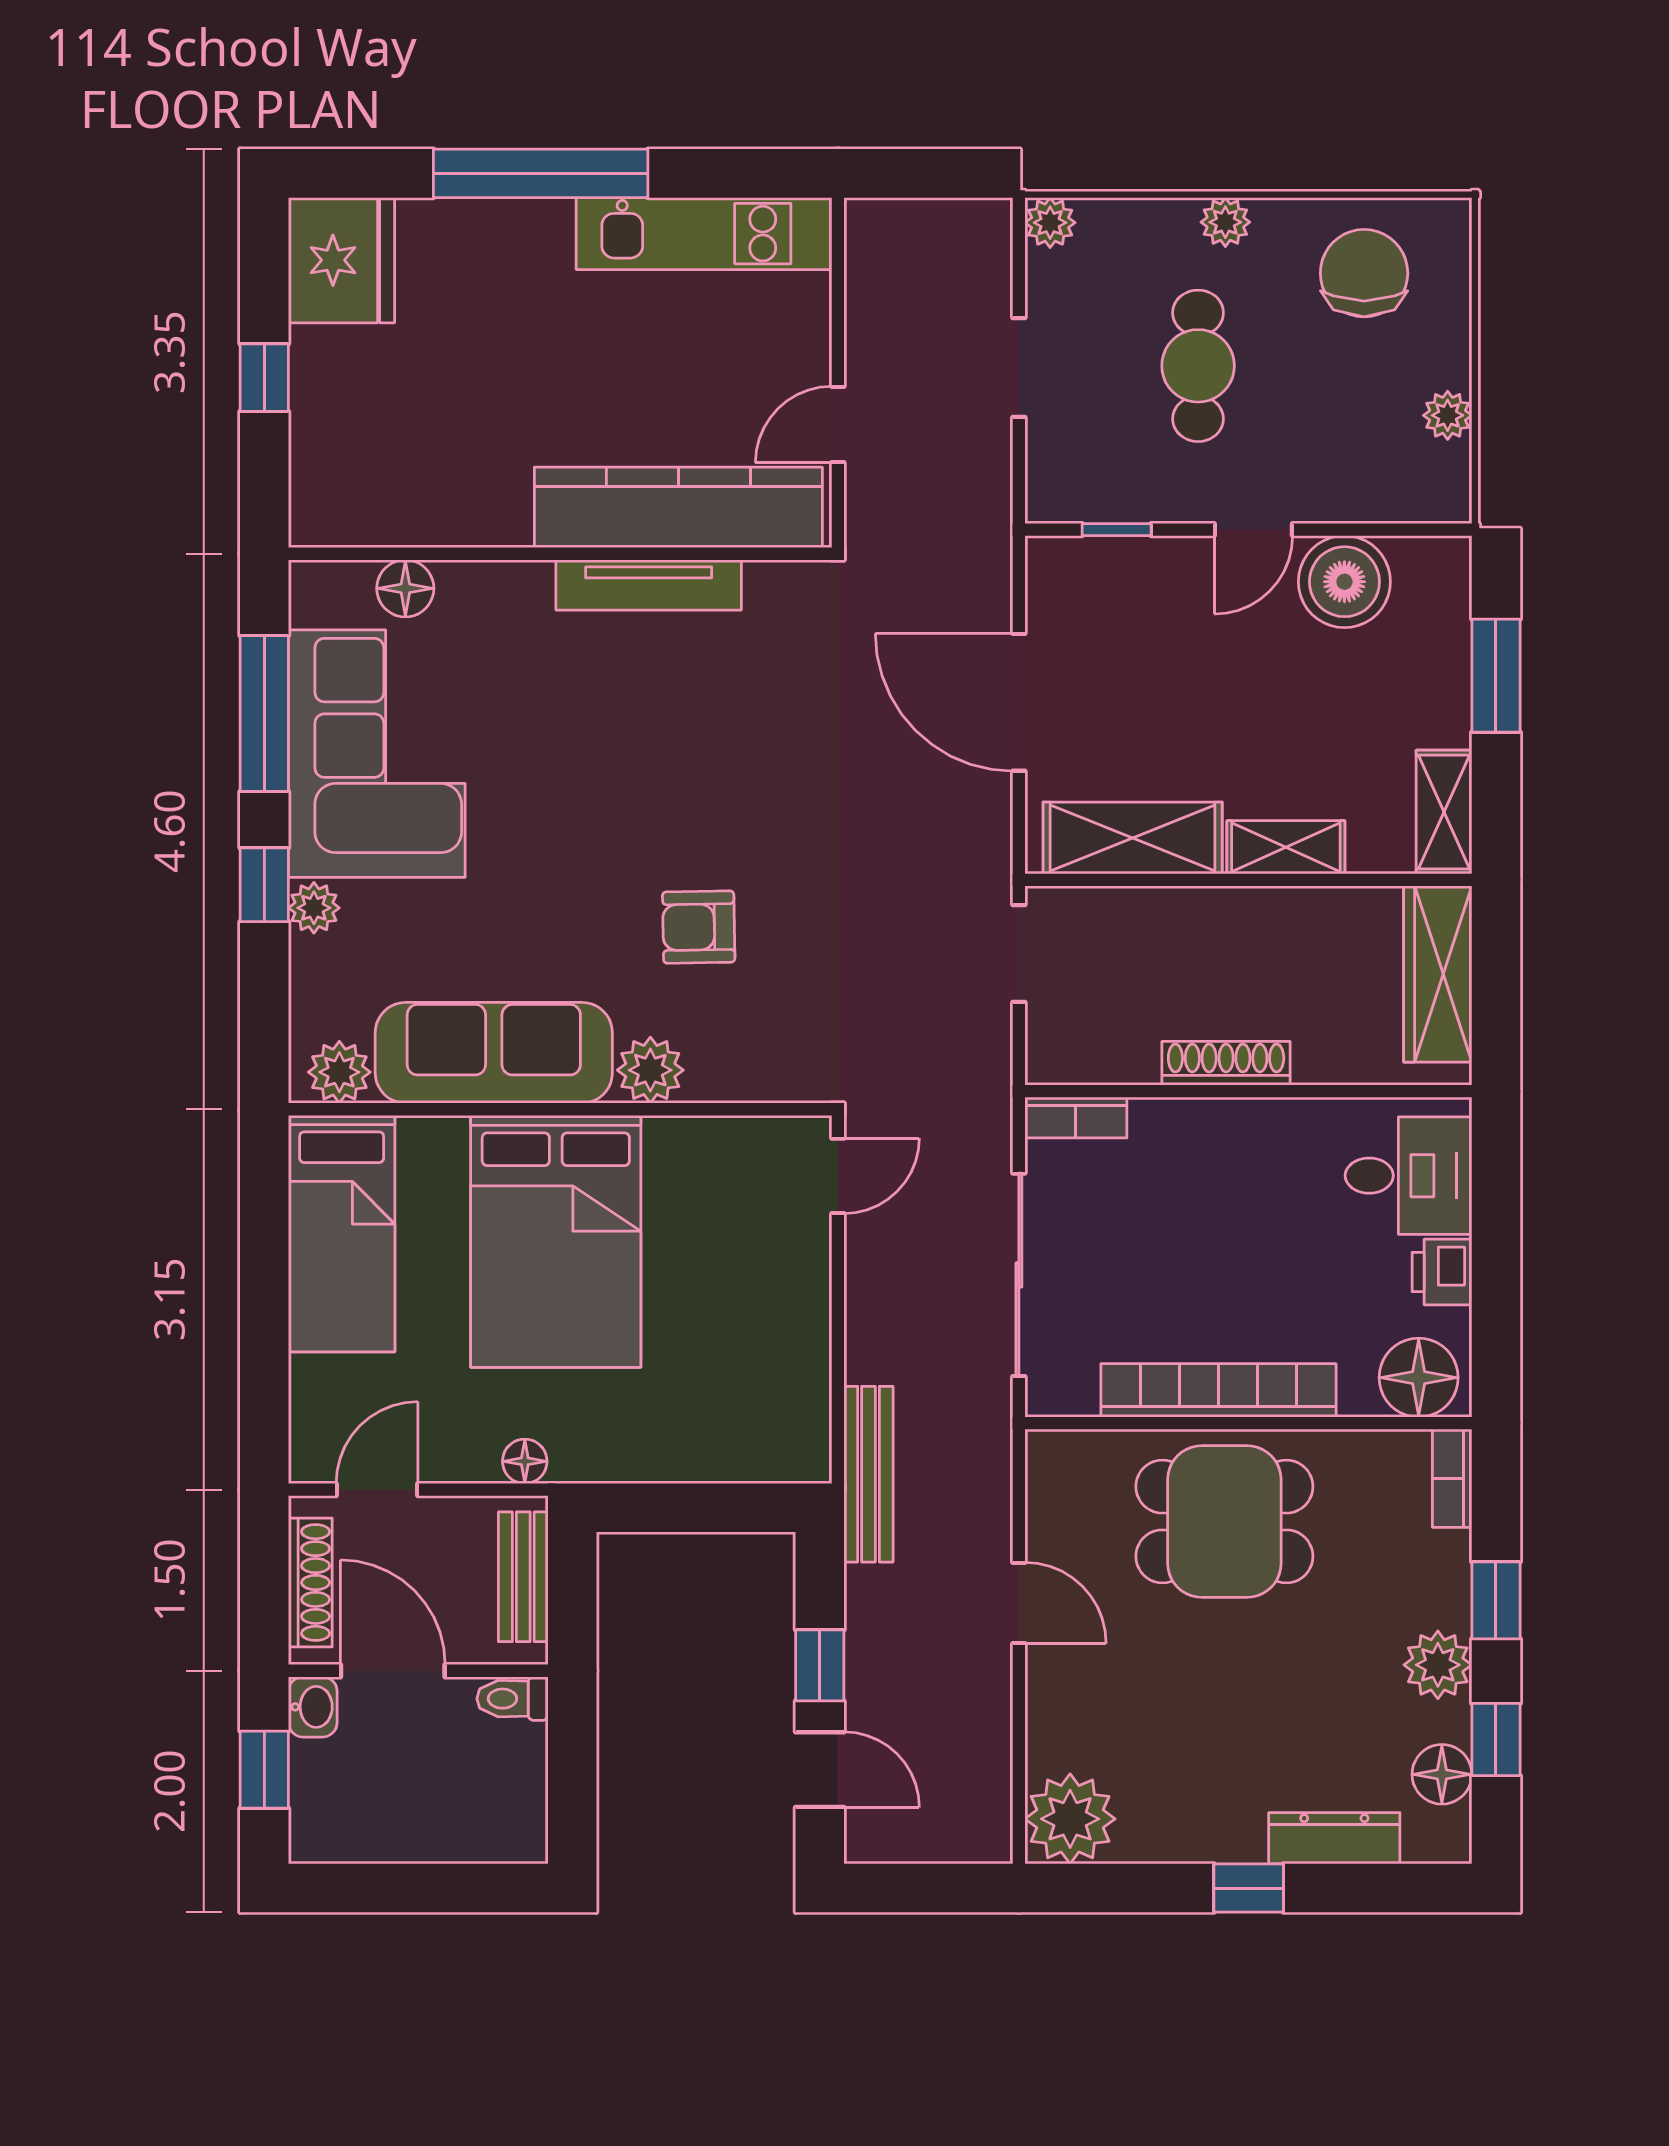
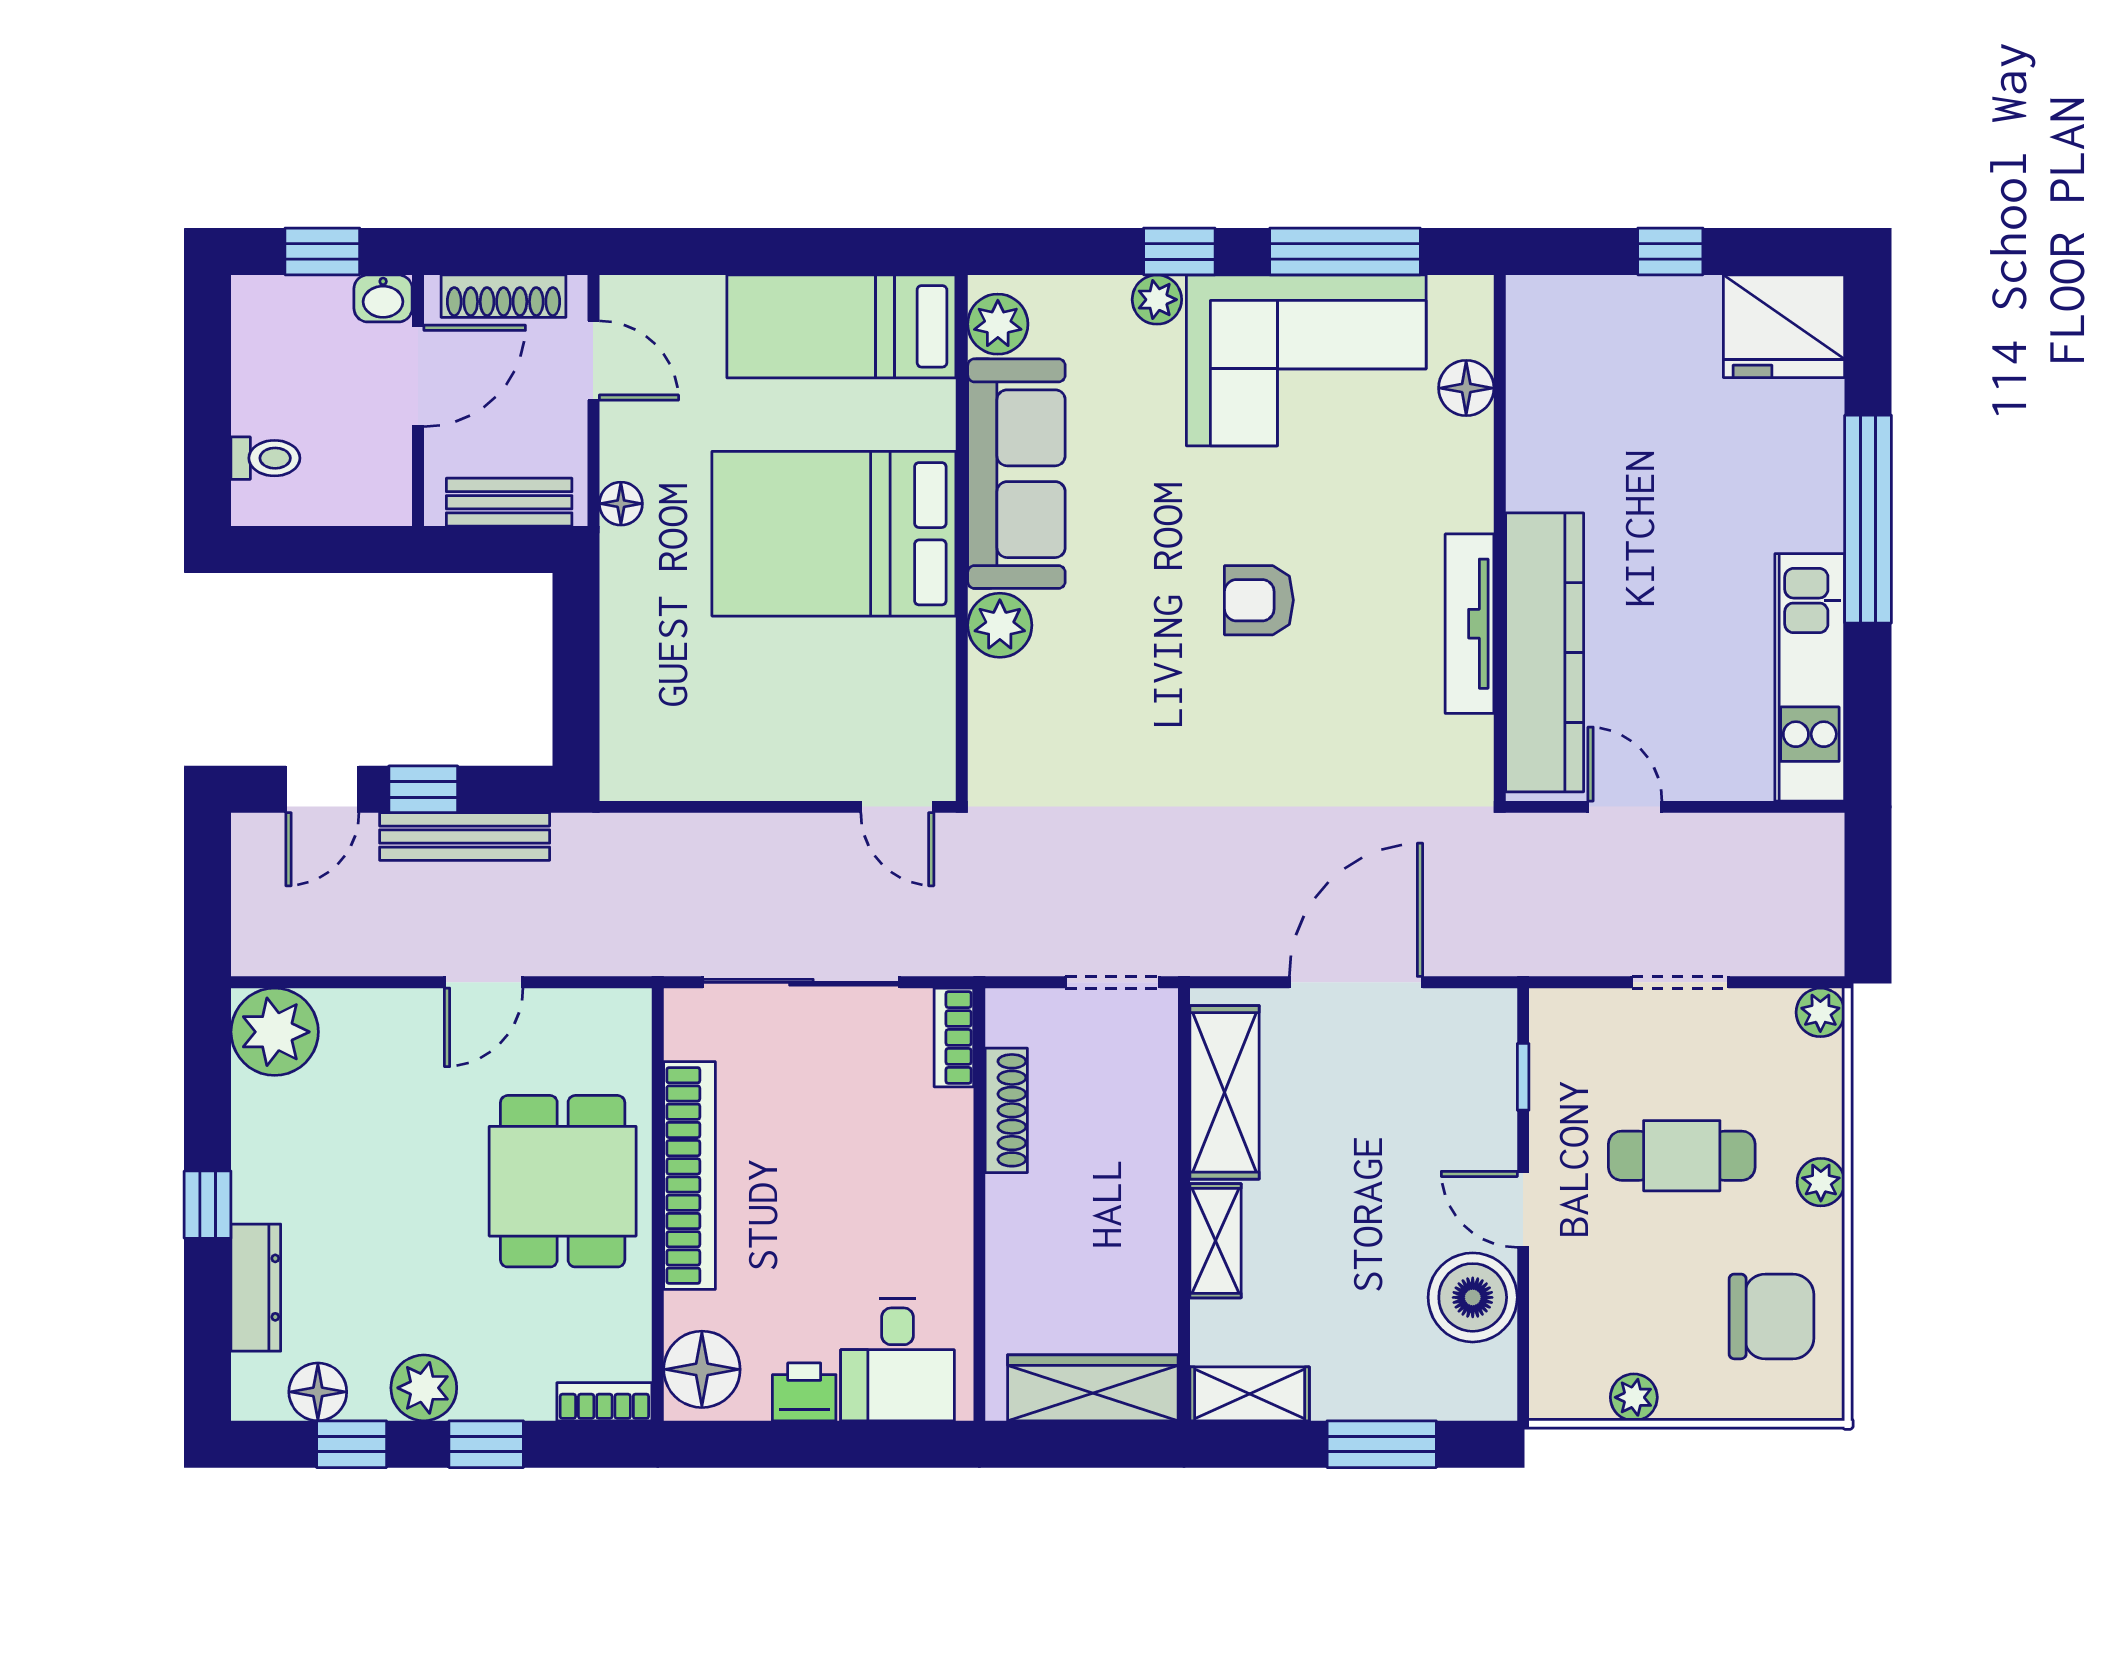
armchair: (699, 927) -> (1259, 600), moved, turned -89
shoe rack: (1226, 1063) -> (1006, 1110), moved
bench: (868, 1474) -> (465, 837), moved
toilet: (512, 1699) -> (265, 458), moved, turned 90

